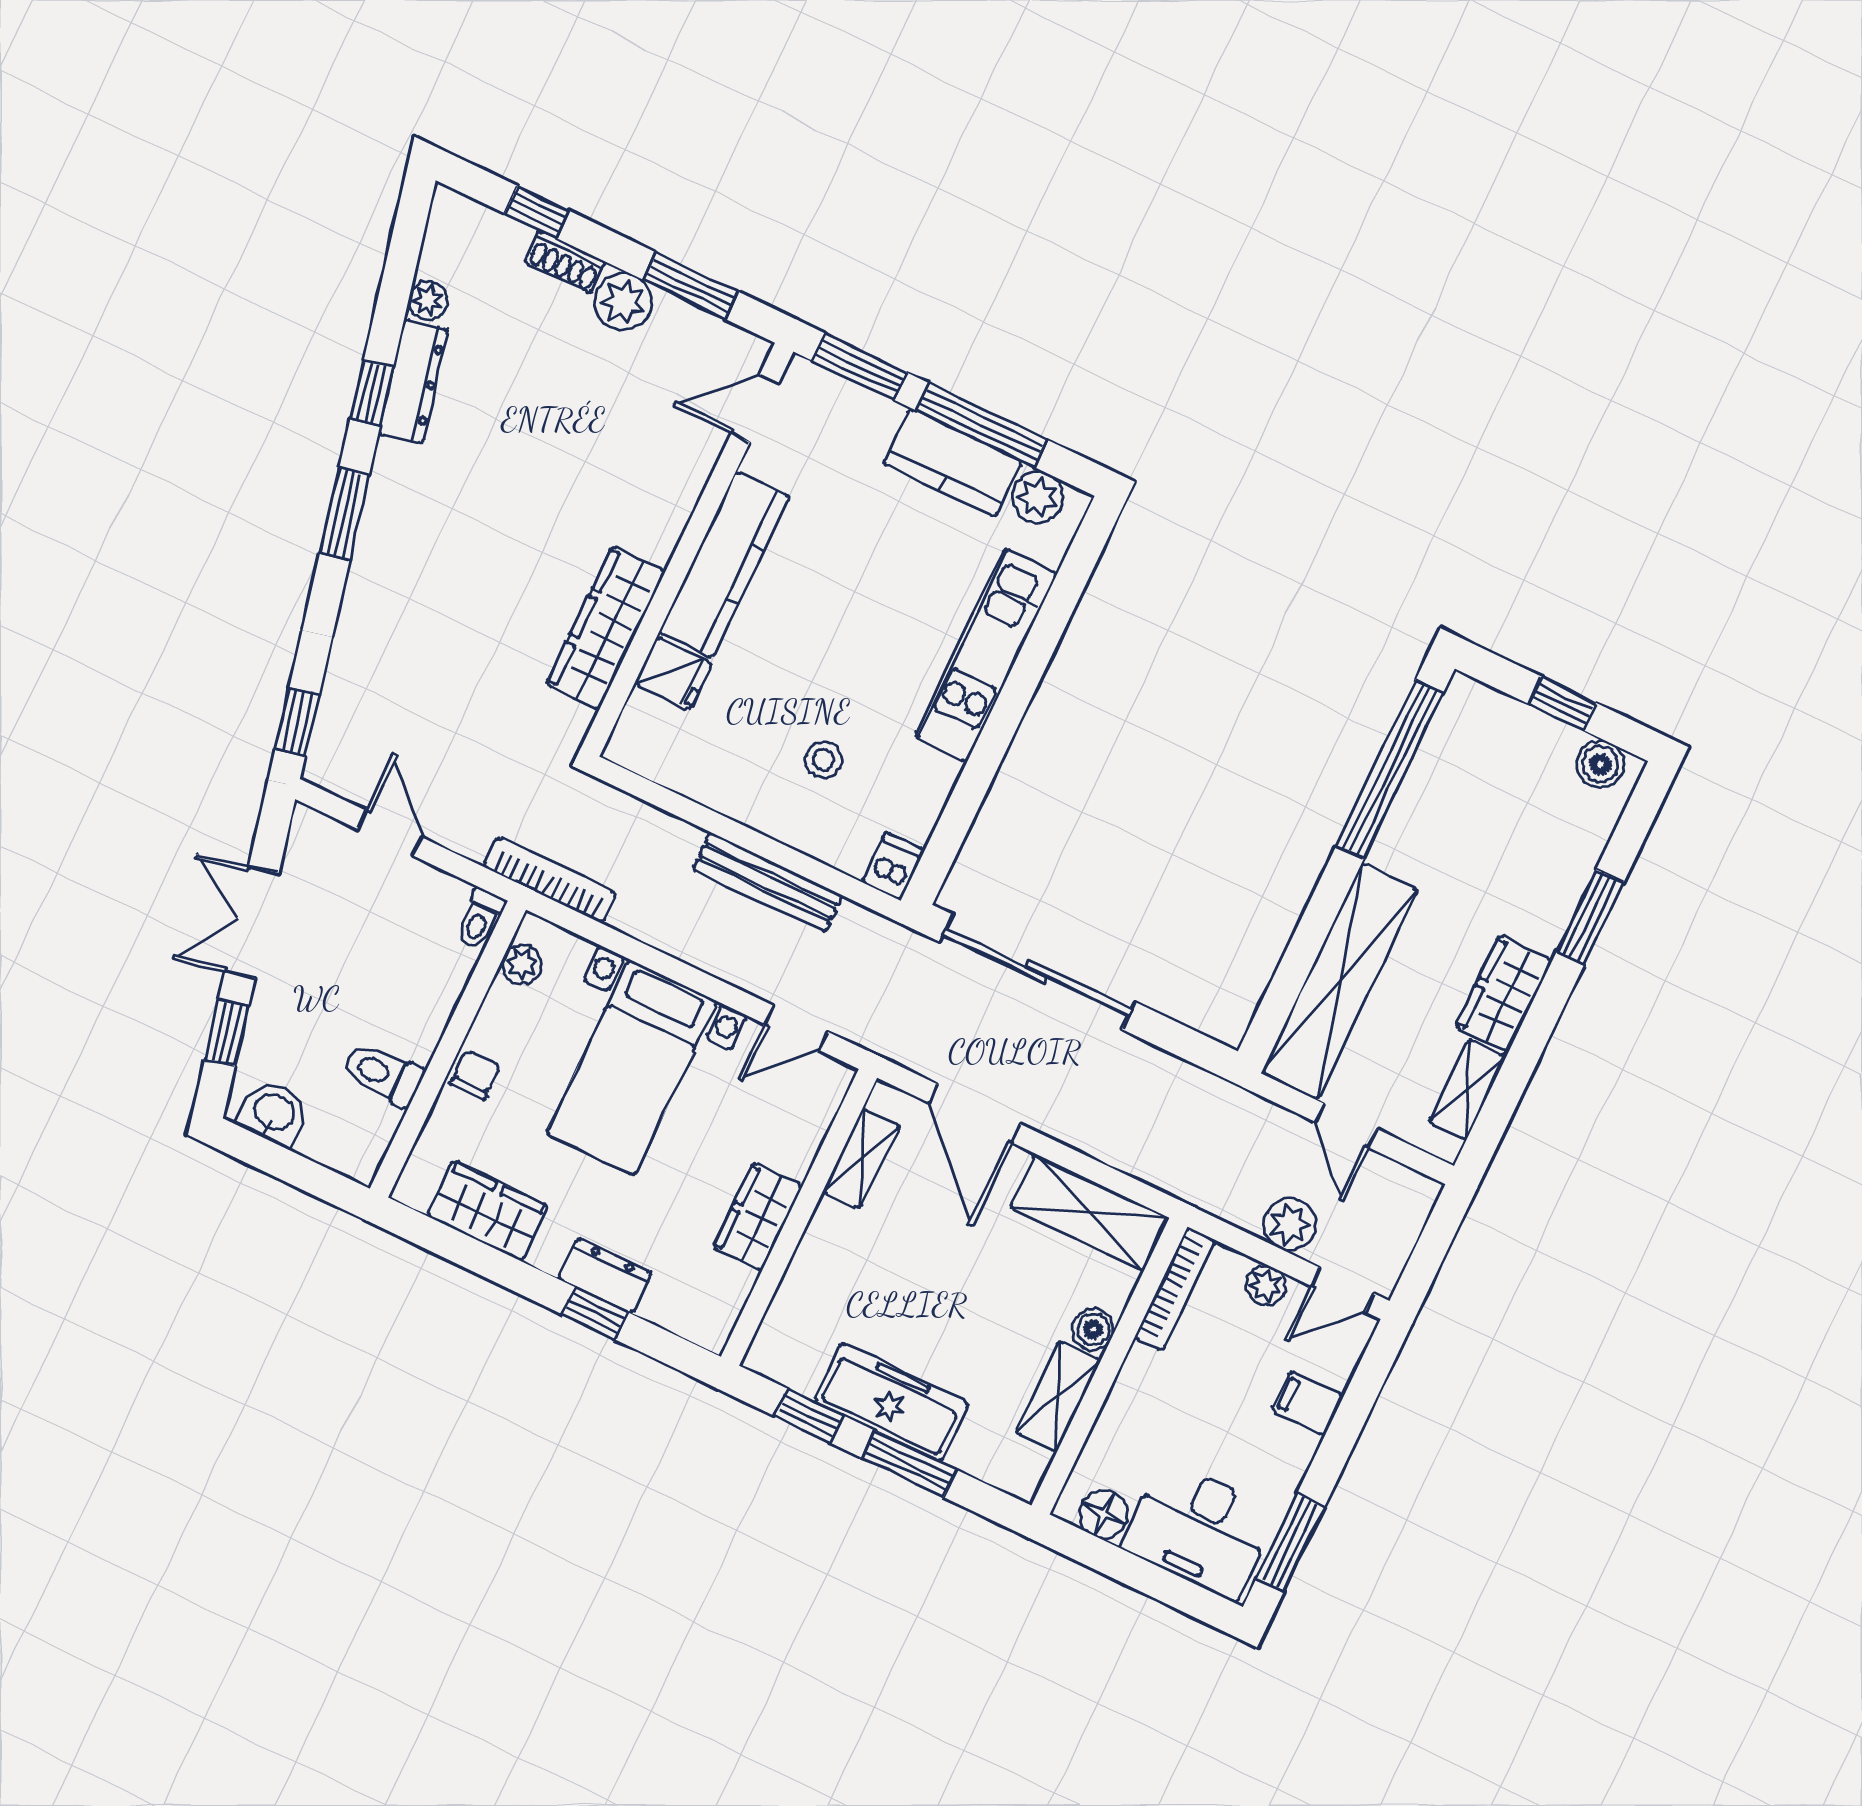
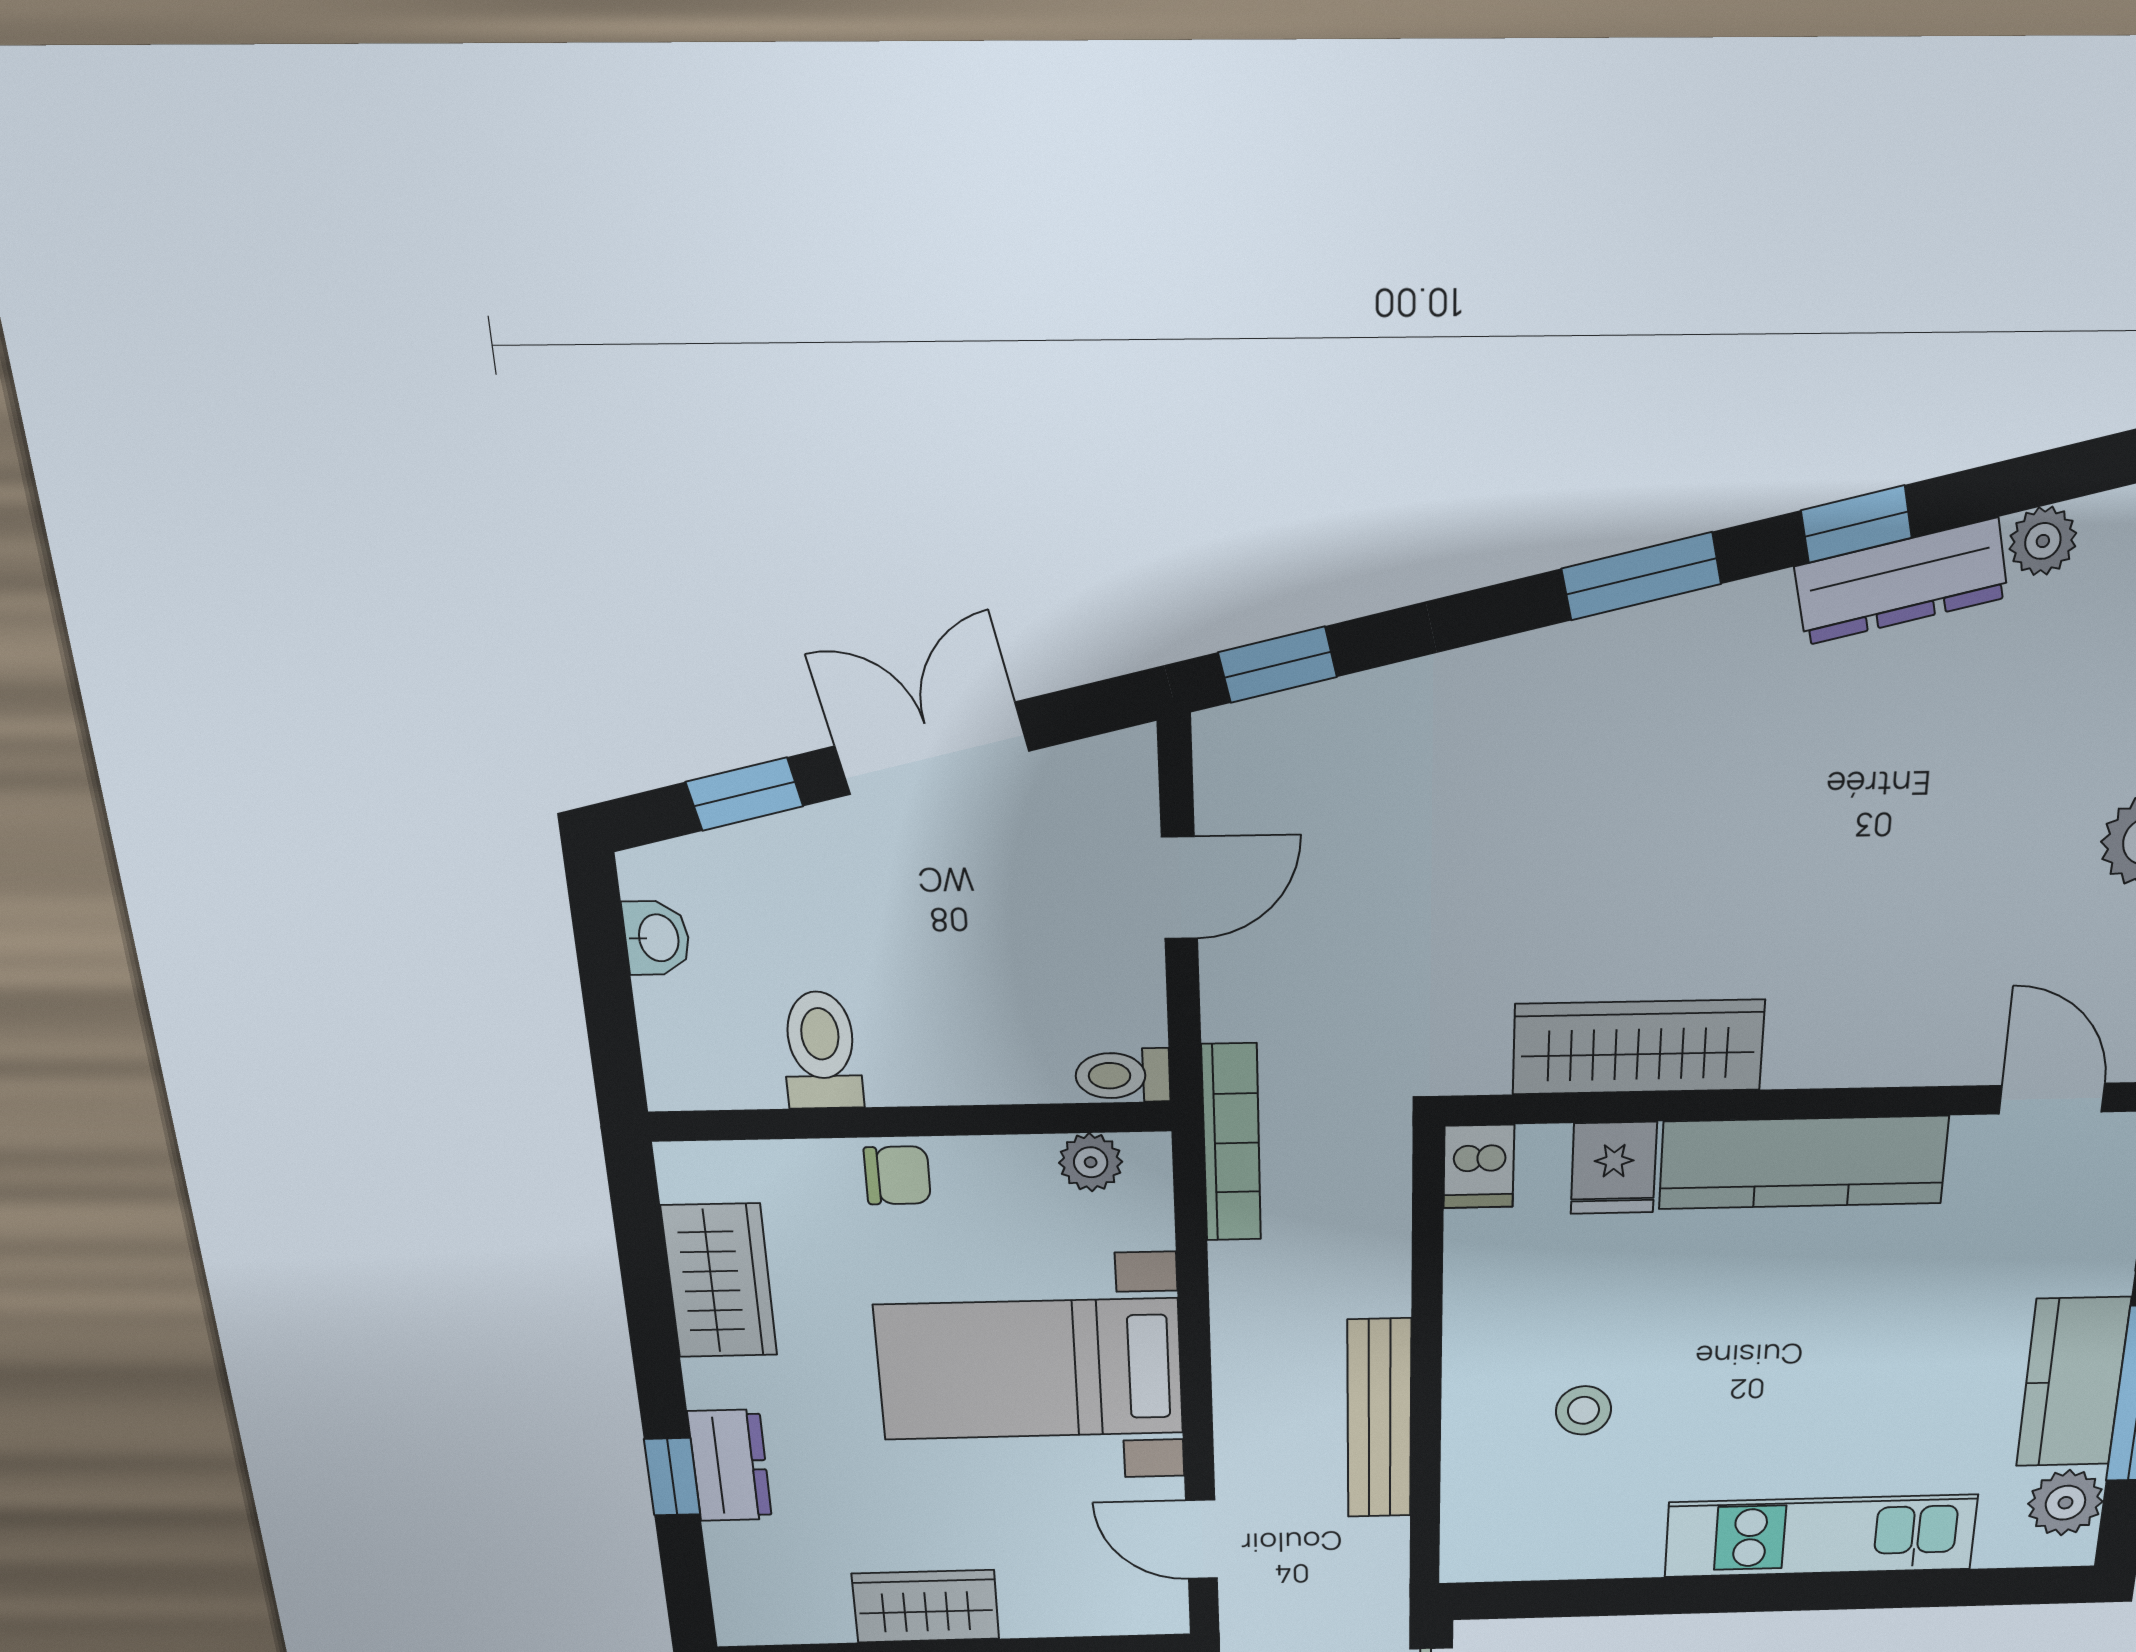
dishwasher: (893, 866) -> (1479, 1167), moved, turned 90
washbasin: (274, 1113) -> (657, 938), width x0.72, depth x0.69

